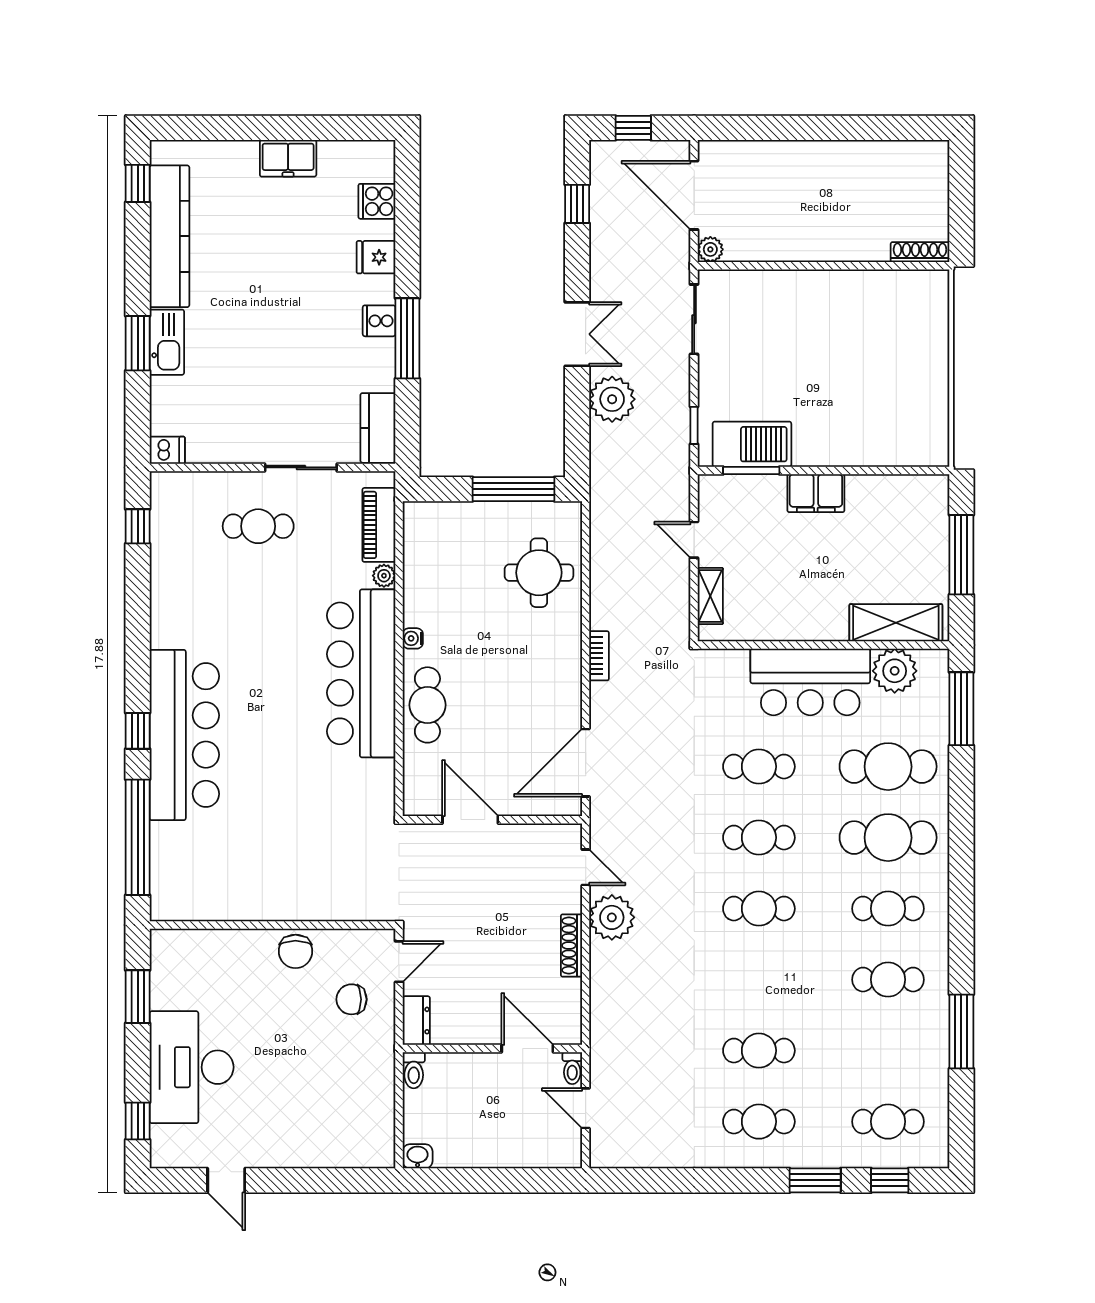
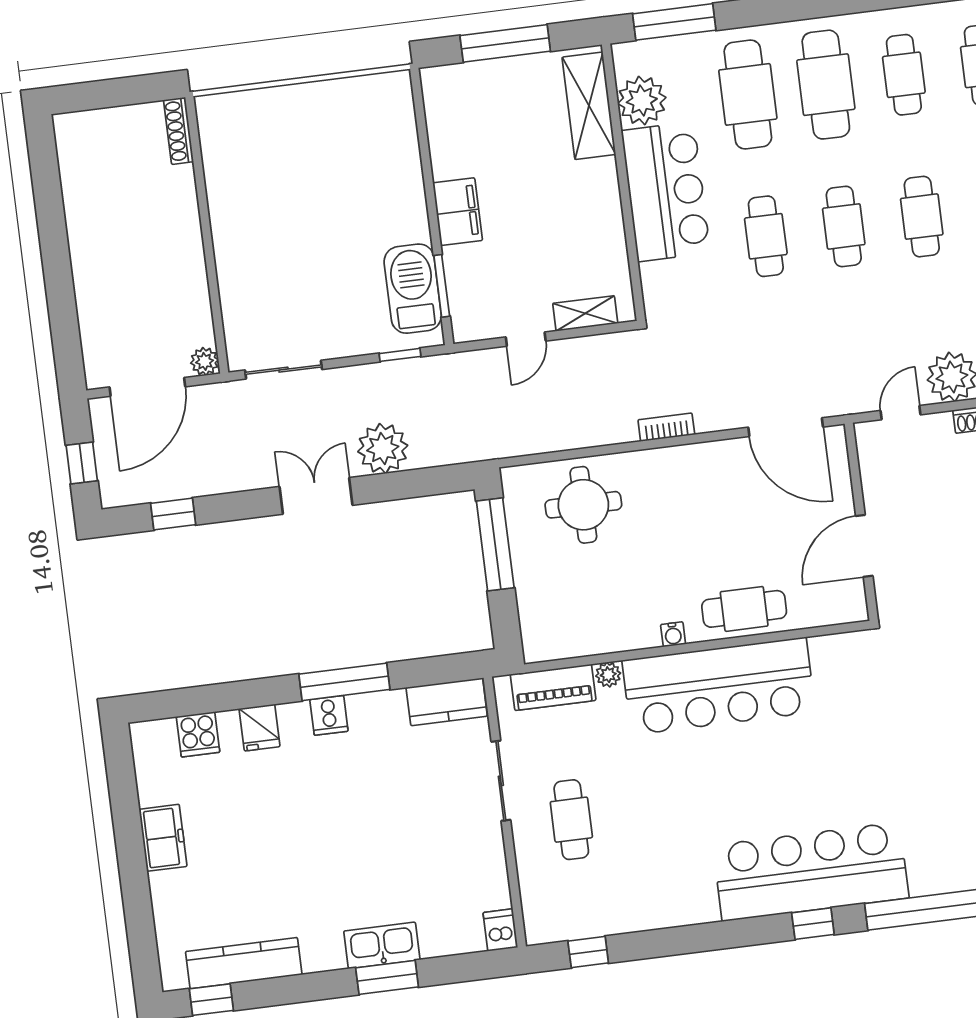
kitchen counter: (169, 236) -> (244, 963), width x0.72, depth x0.86

